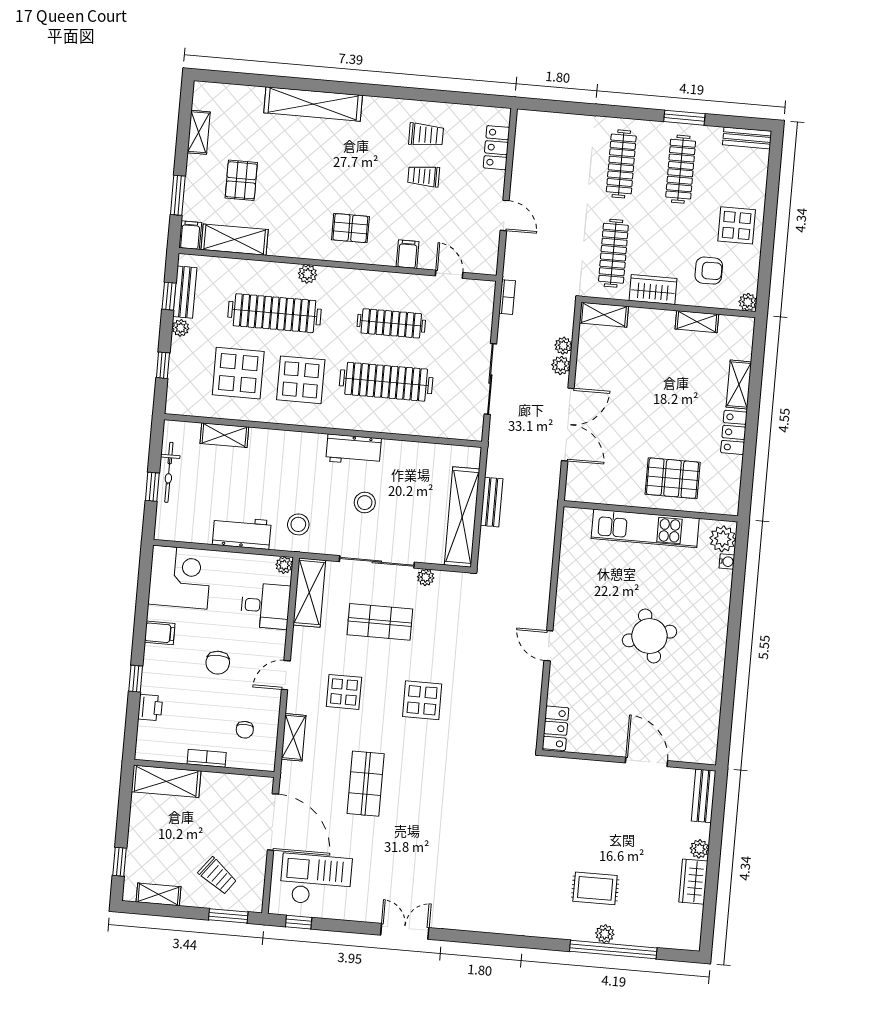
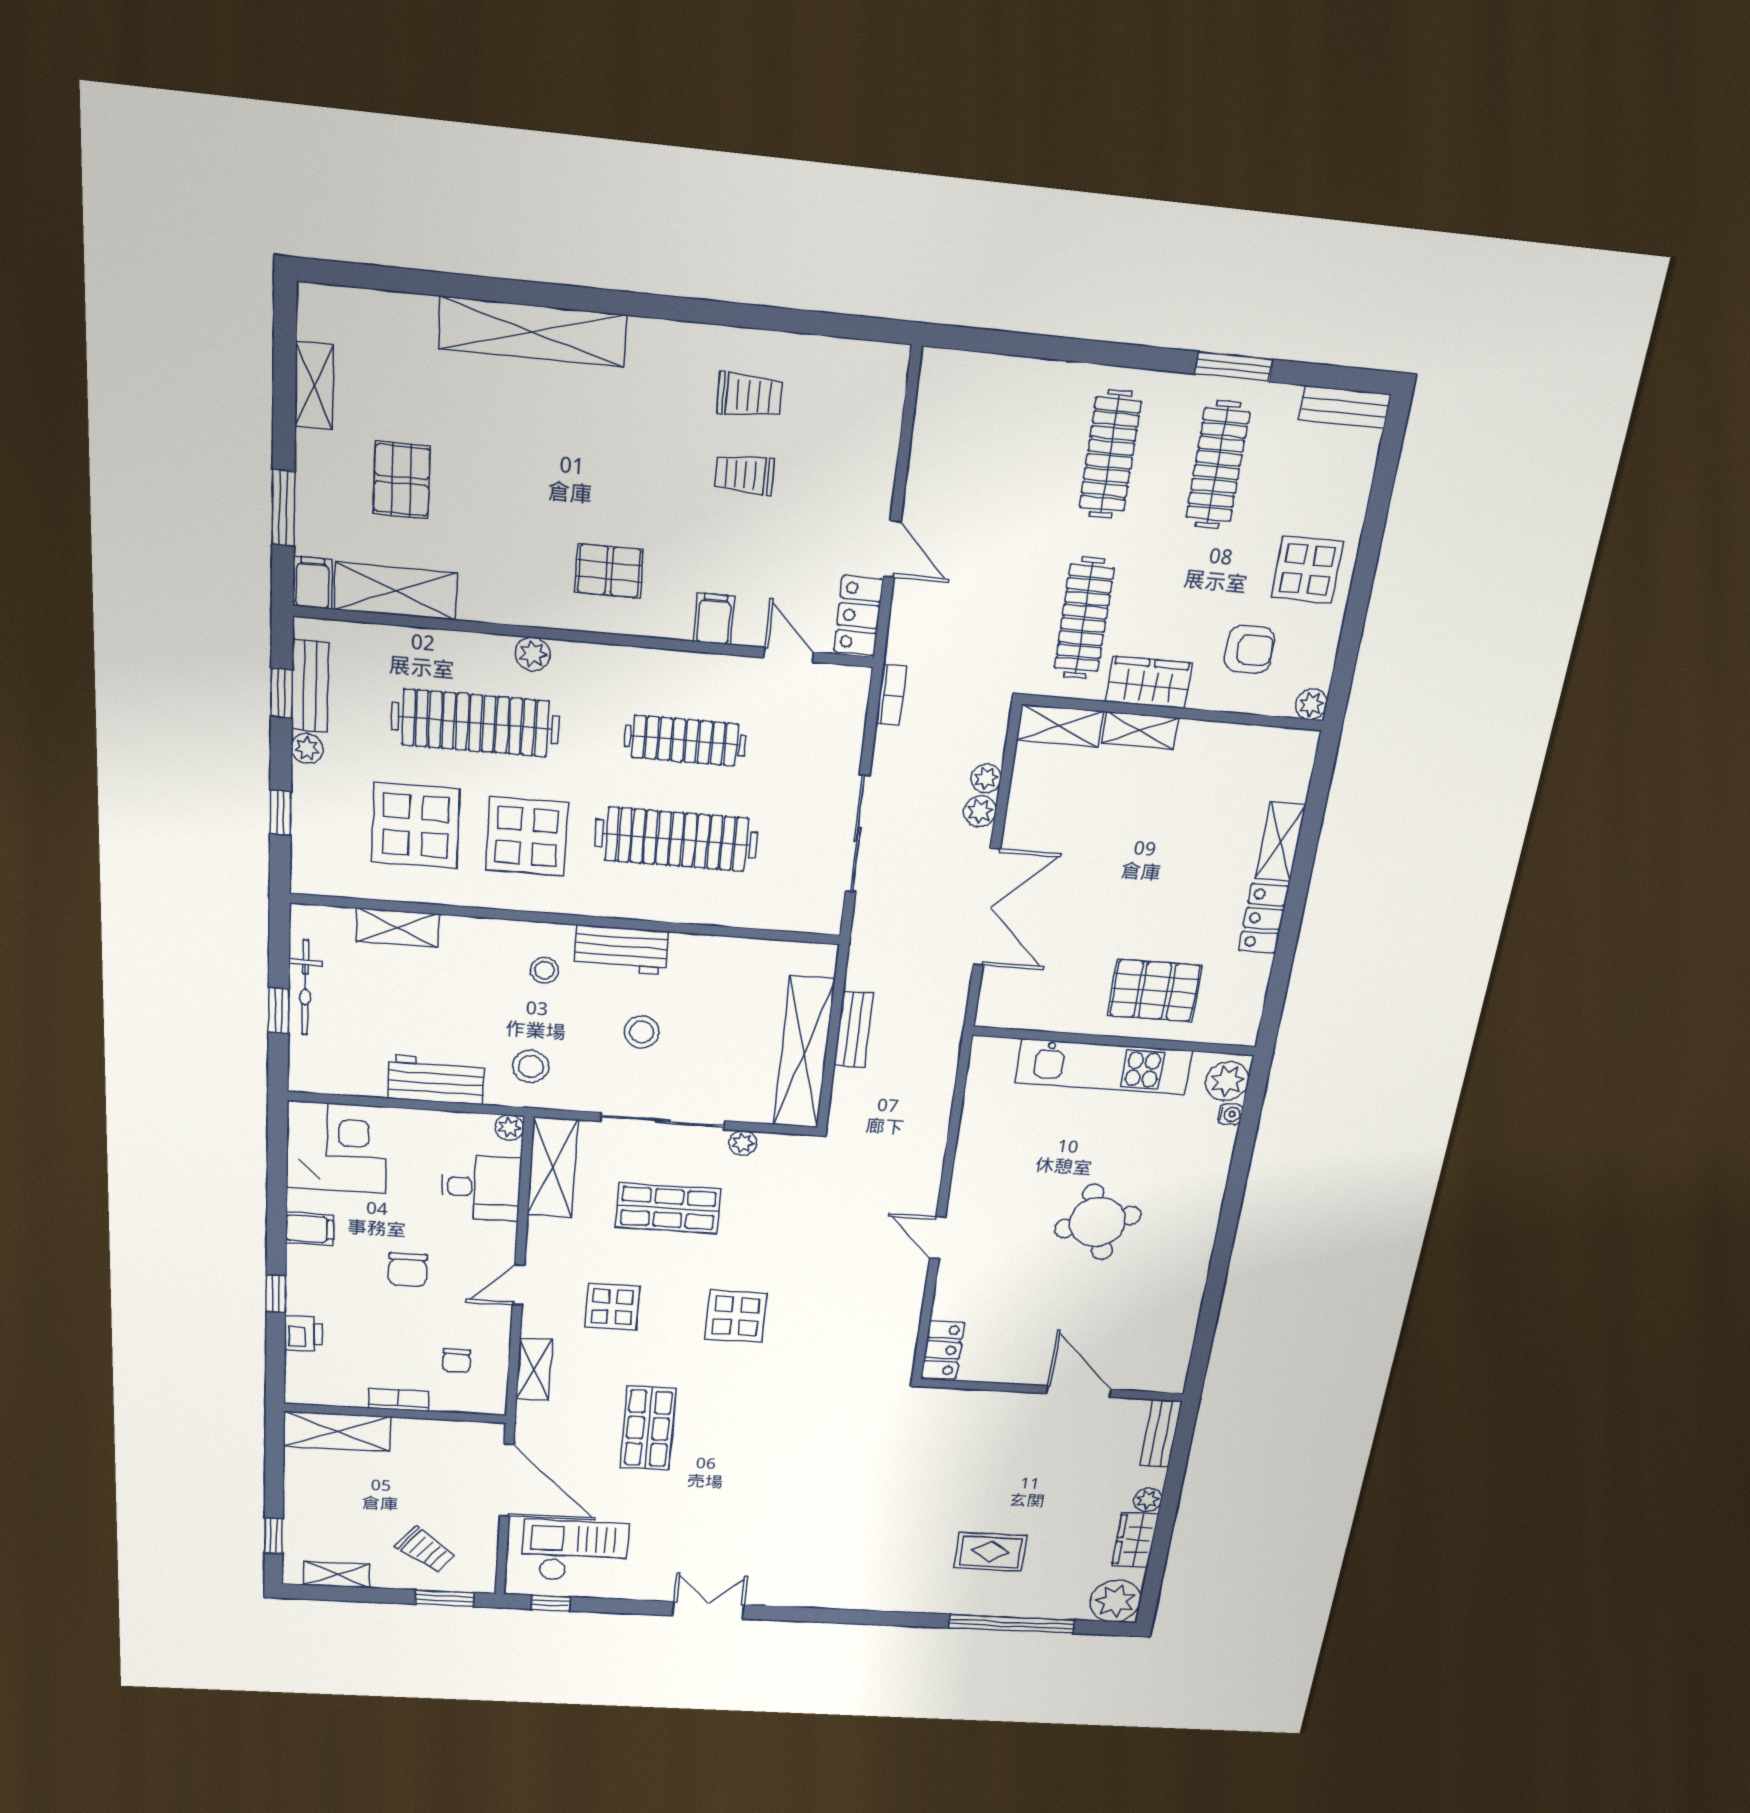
locker: (496, 148) -> (858, 616), moved
shelving: (697, 322) -> (1140, 731), moved
stool: (308, 462) -> (544, 970), added
plant: (605, 934) -> (1115, 1601), moved, width x1.88, depth x1.88

